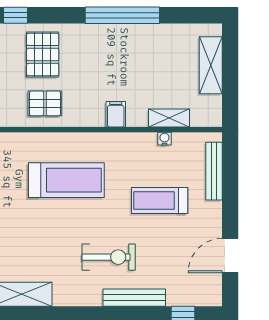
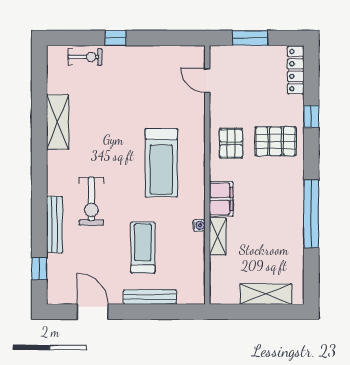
filing cabinet: (116, 114) -> (221, 199), width x2.00
shelving: (169, 118) -> (218, 236), moved
water cooler: (164, 139) -> (199, 225), moved
bench: (214, 171) -> (150, 297), moved

